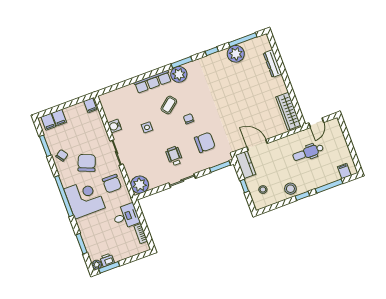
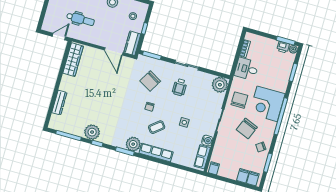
plant: (236, 54) -> (92, 132), moved
row of seats: (108, 108) -> (202, 157), added
chair: (205, 142) -> (150, 81), turned -60

